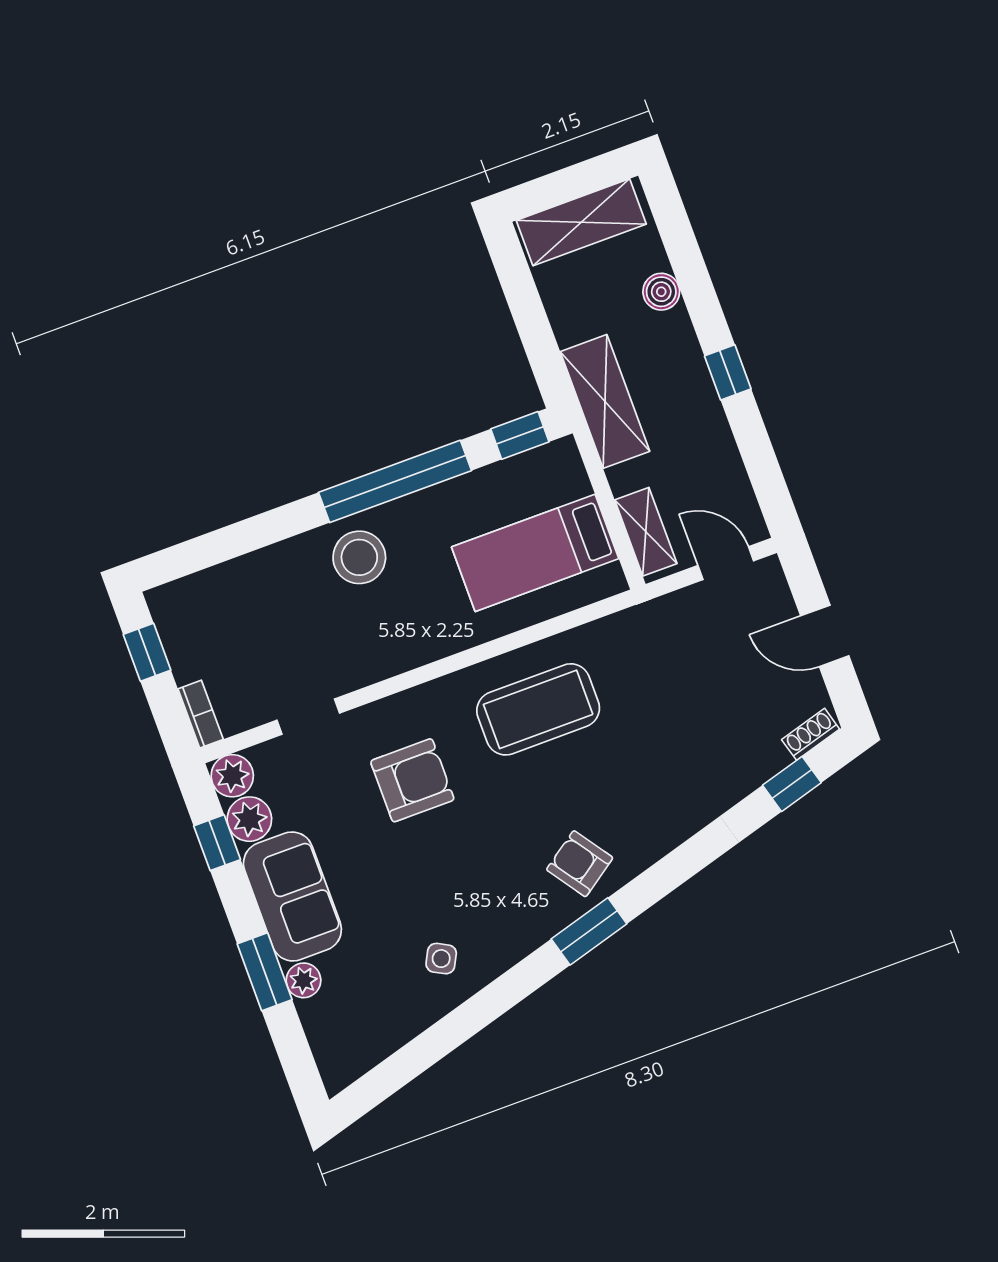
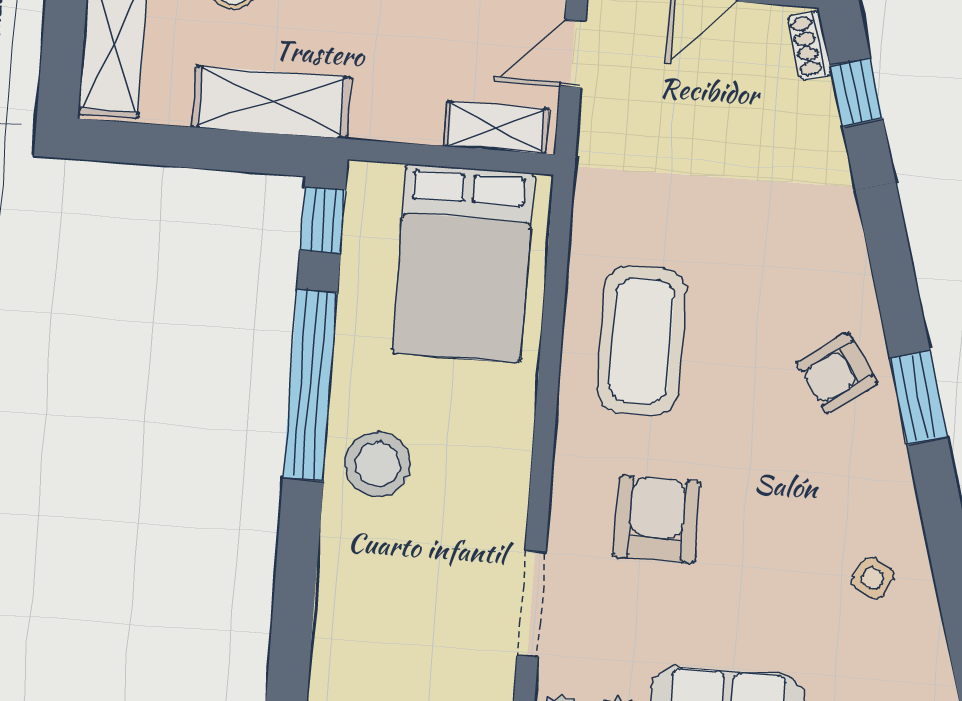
shelving: (605, 401) -> (271, 102), moved
bed: (535, 553) -> (463, 263), width x1.50
doorway: (308, 717) -> (531, 604), width x1.38

